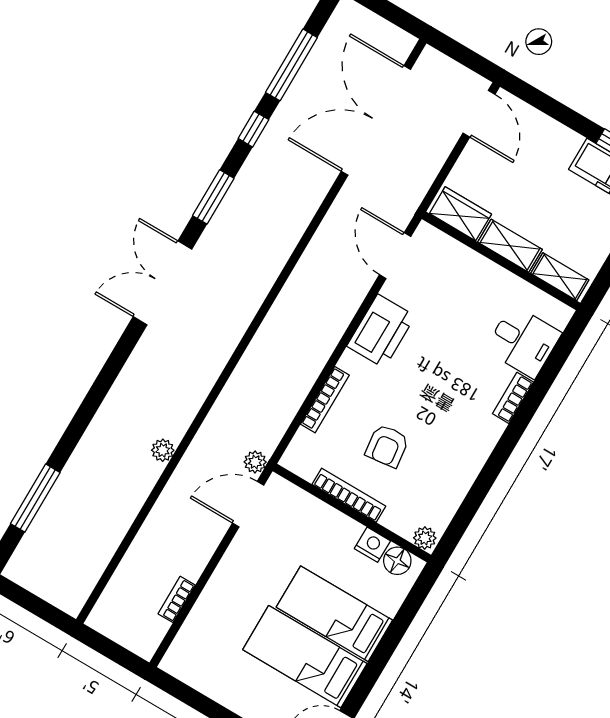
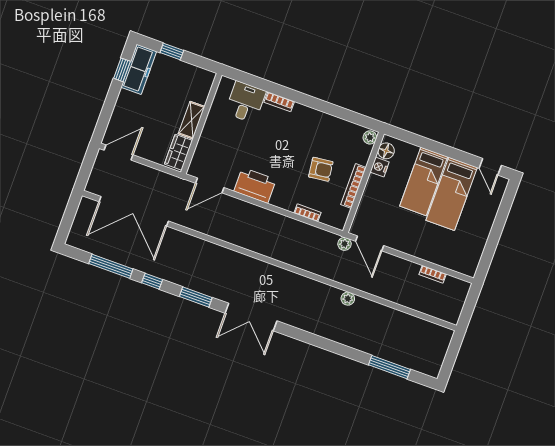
shelving: (560, 277) -> (204, 88), removed
bookcase: (325, 400) -> (307, 213), width x0.64

